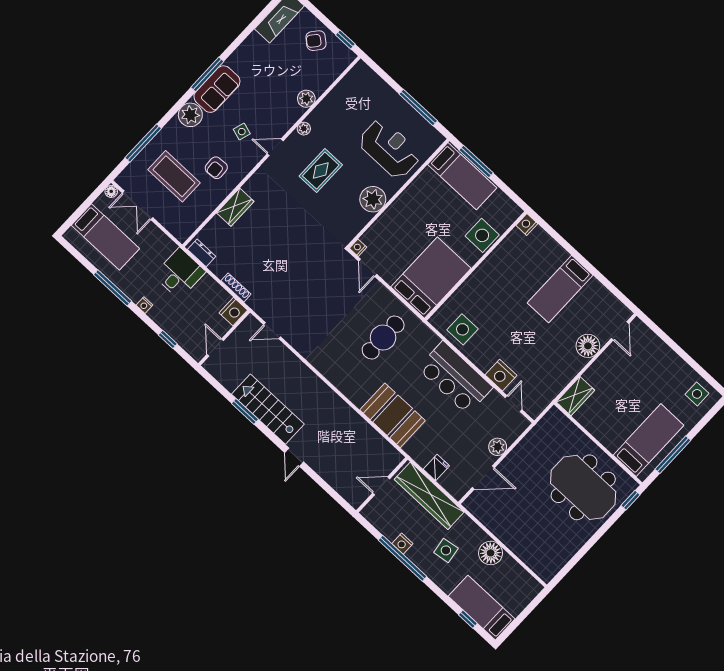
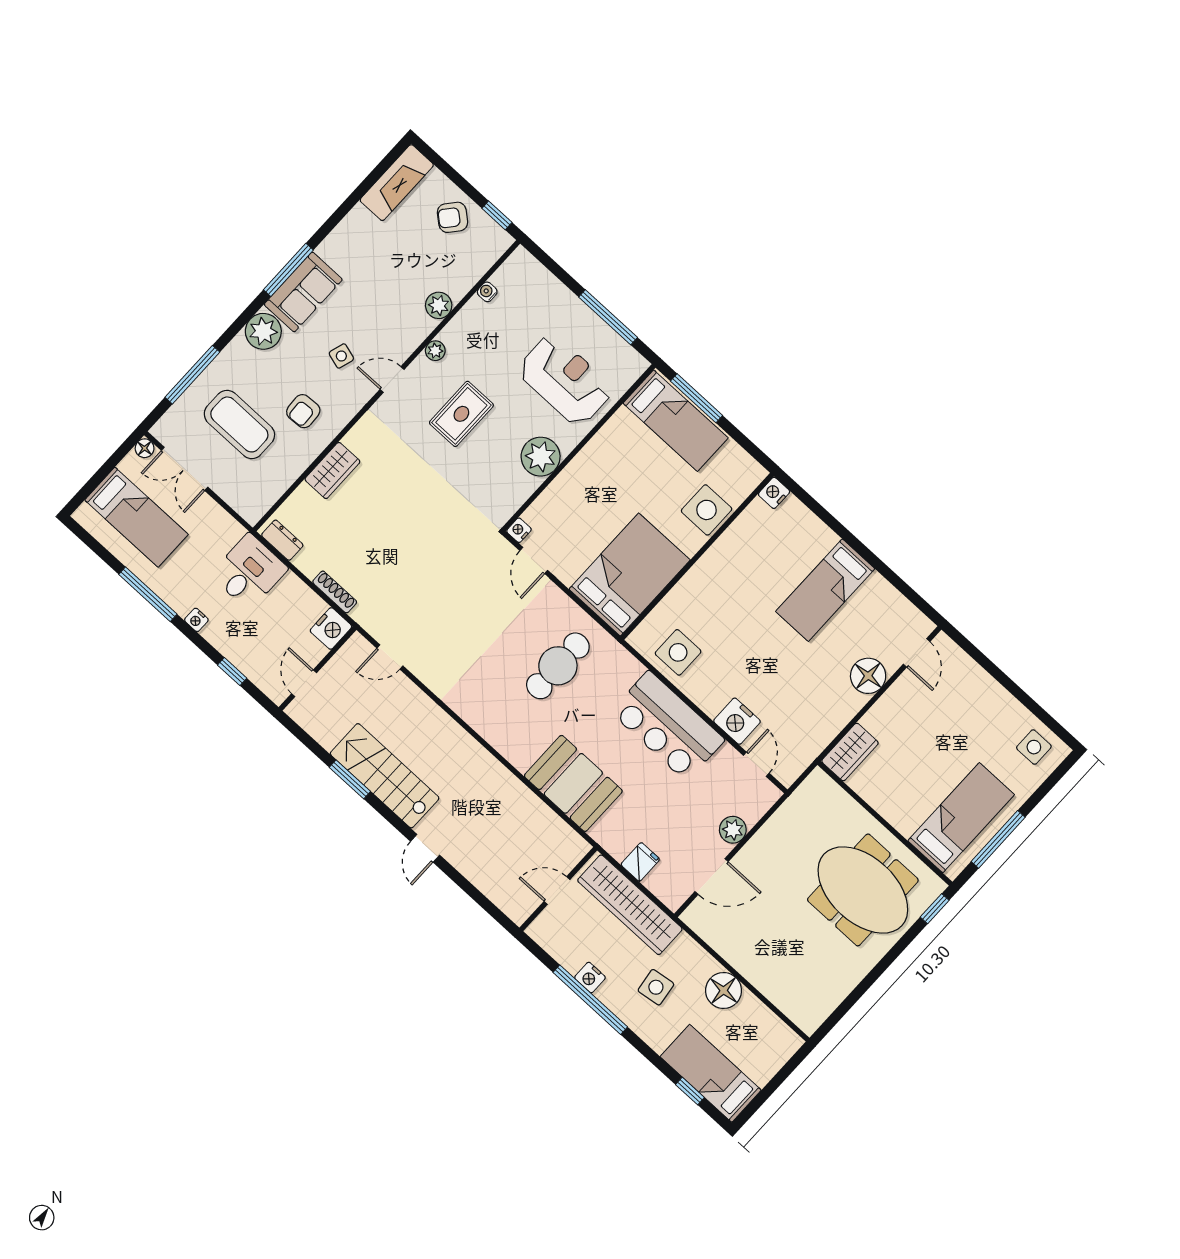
water cooler: (338, 90) -> (487, 292), added

